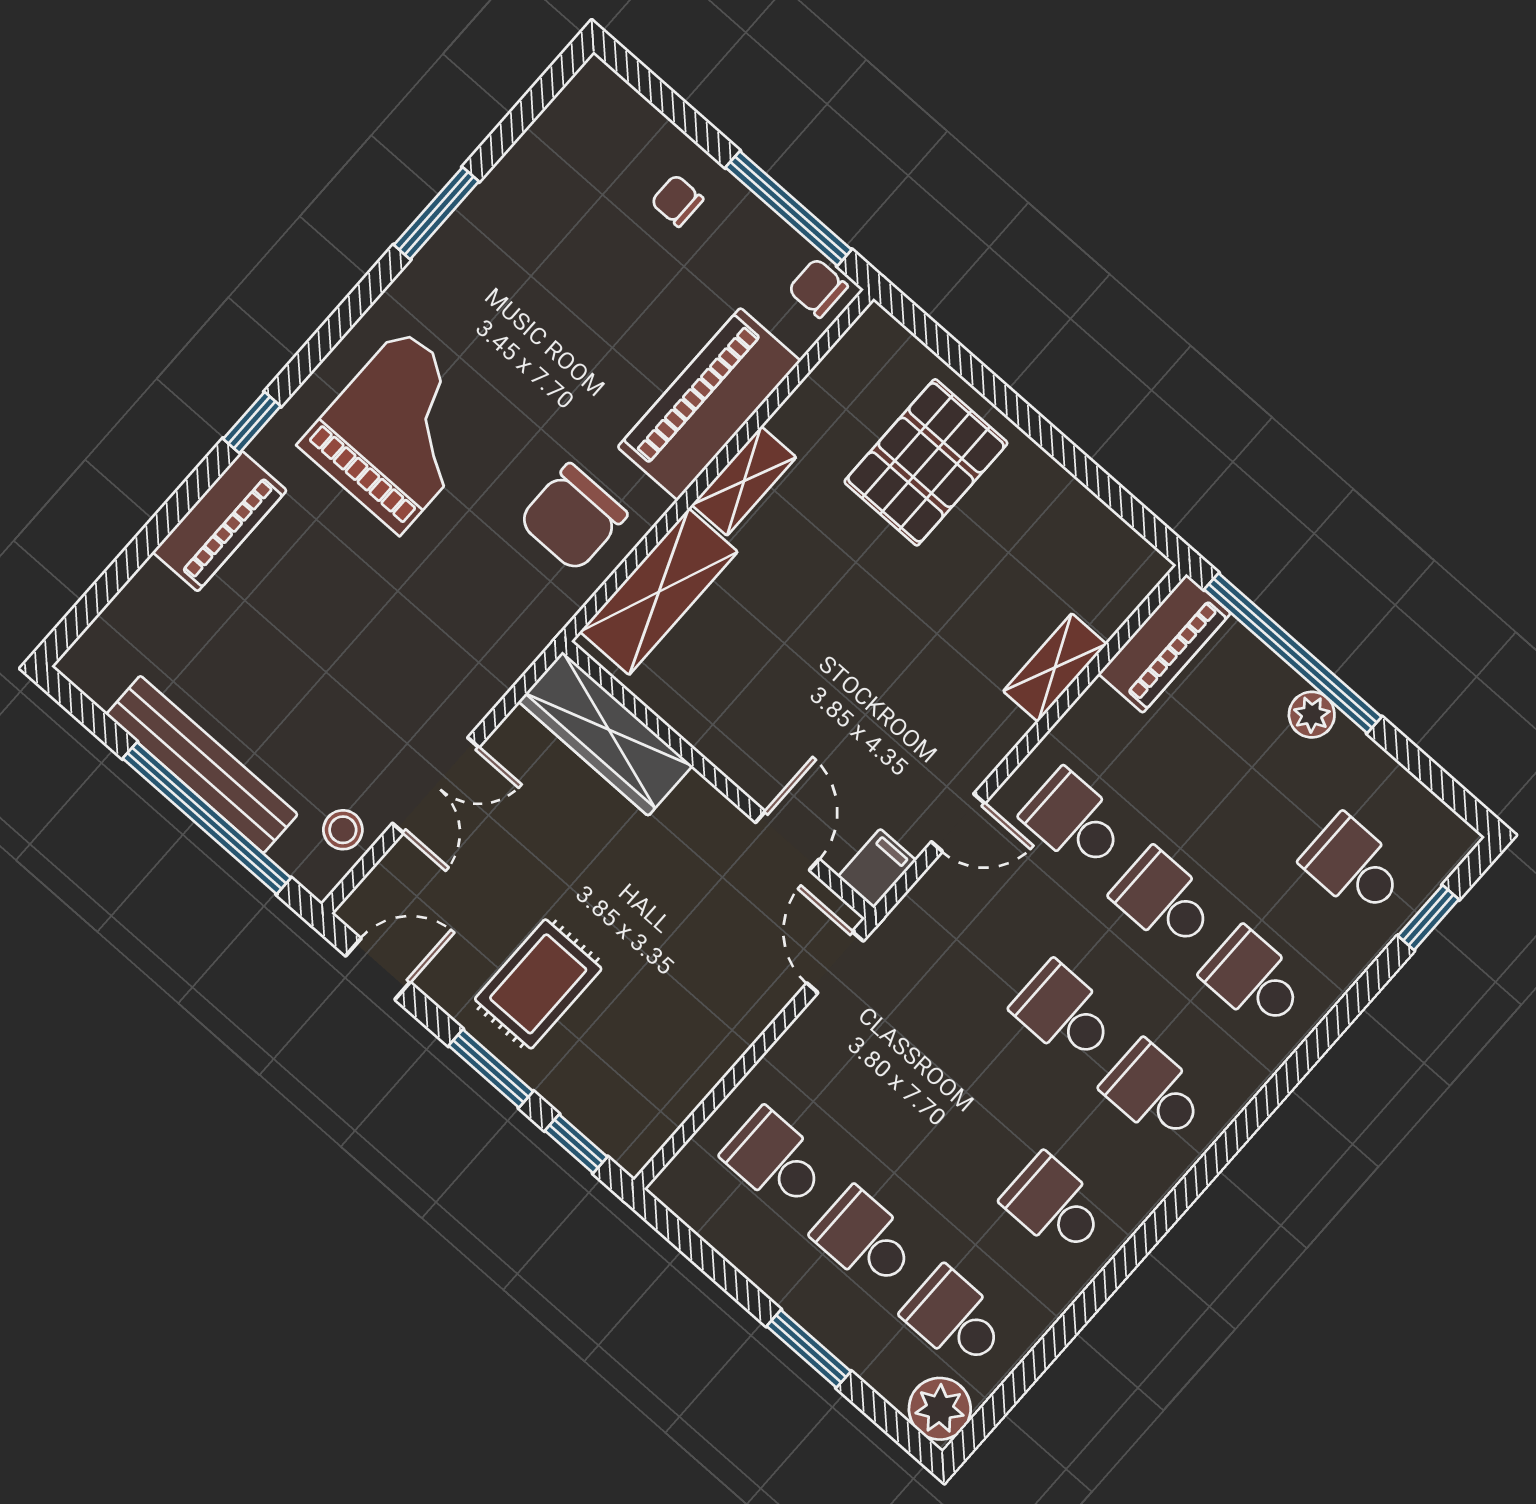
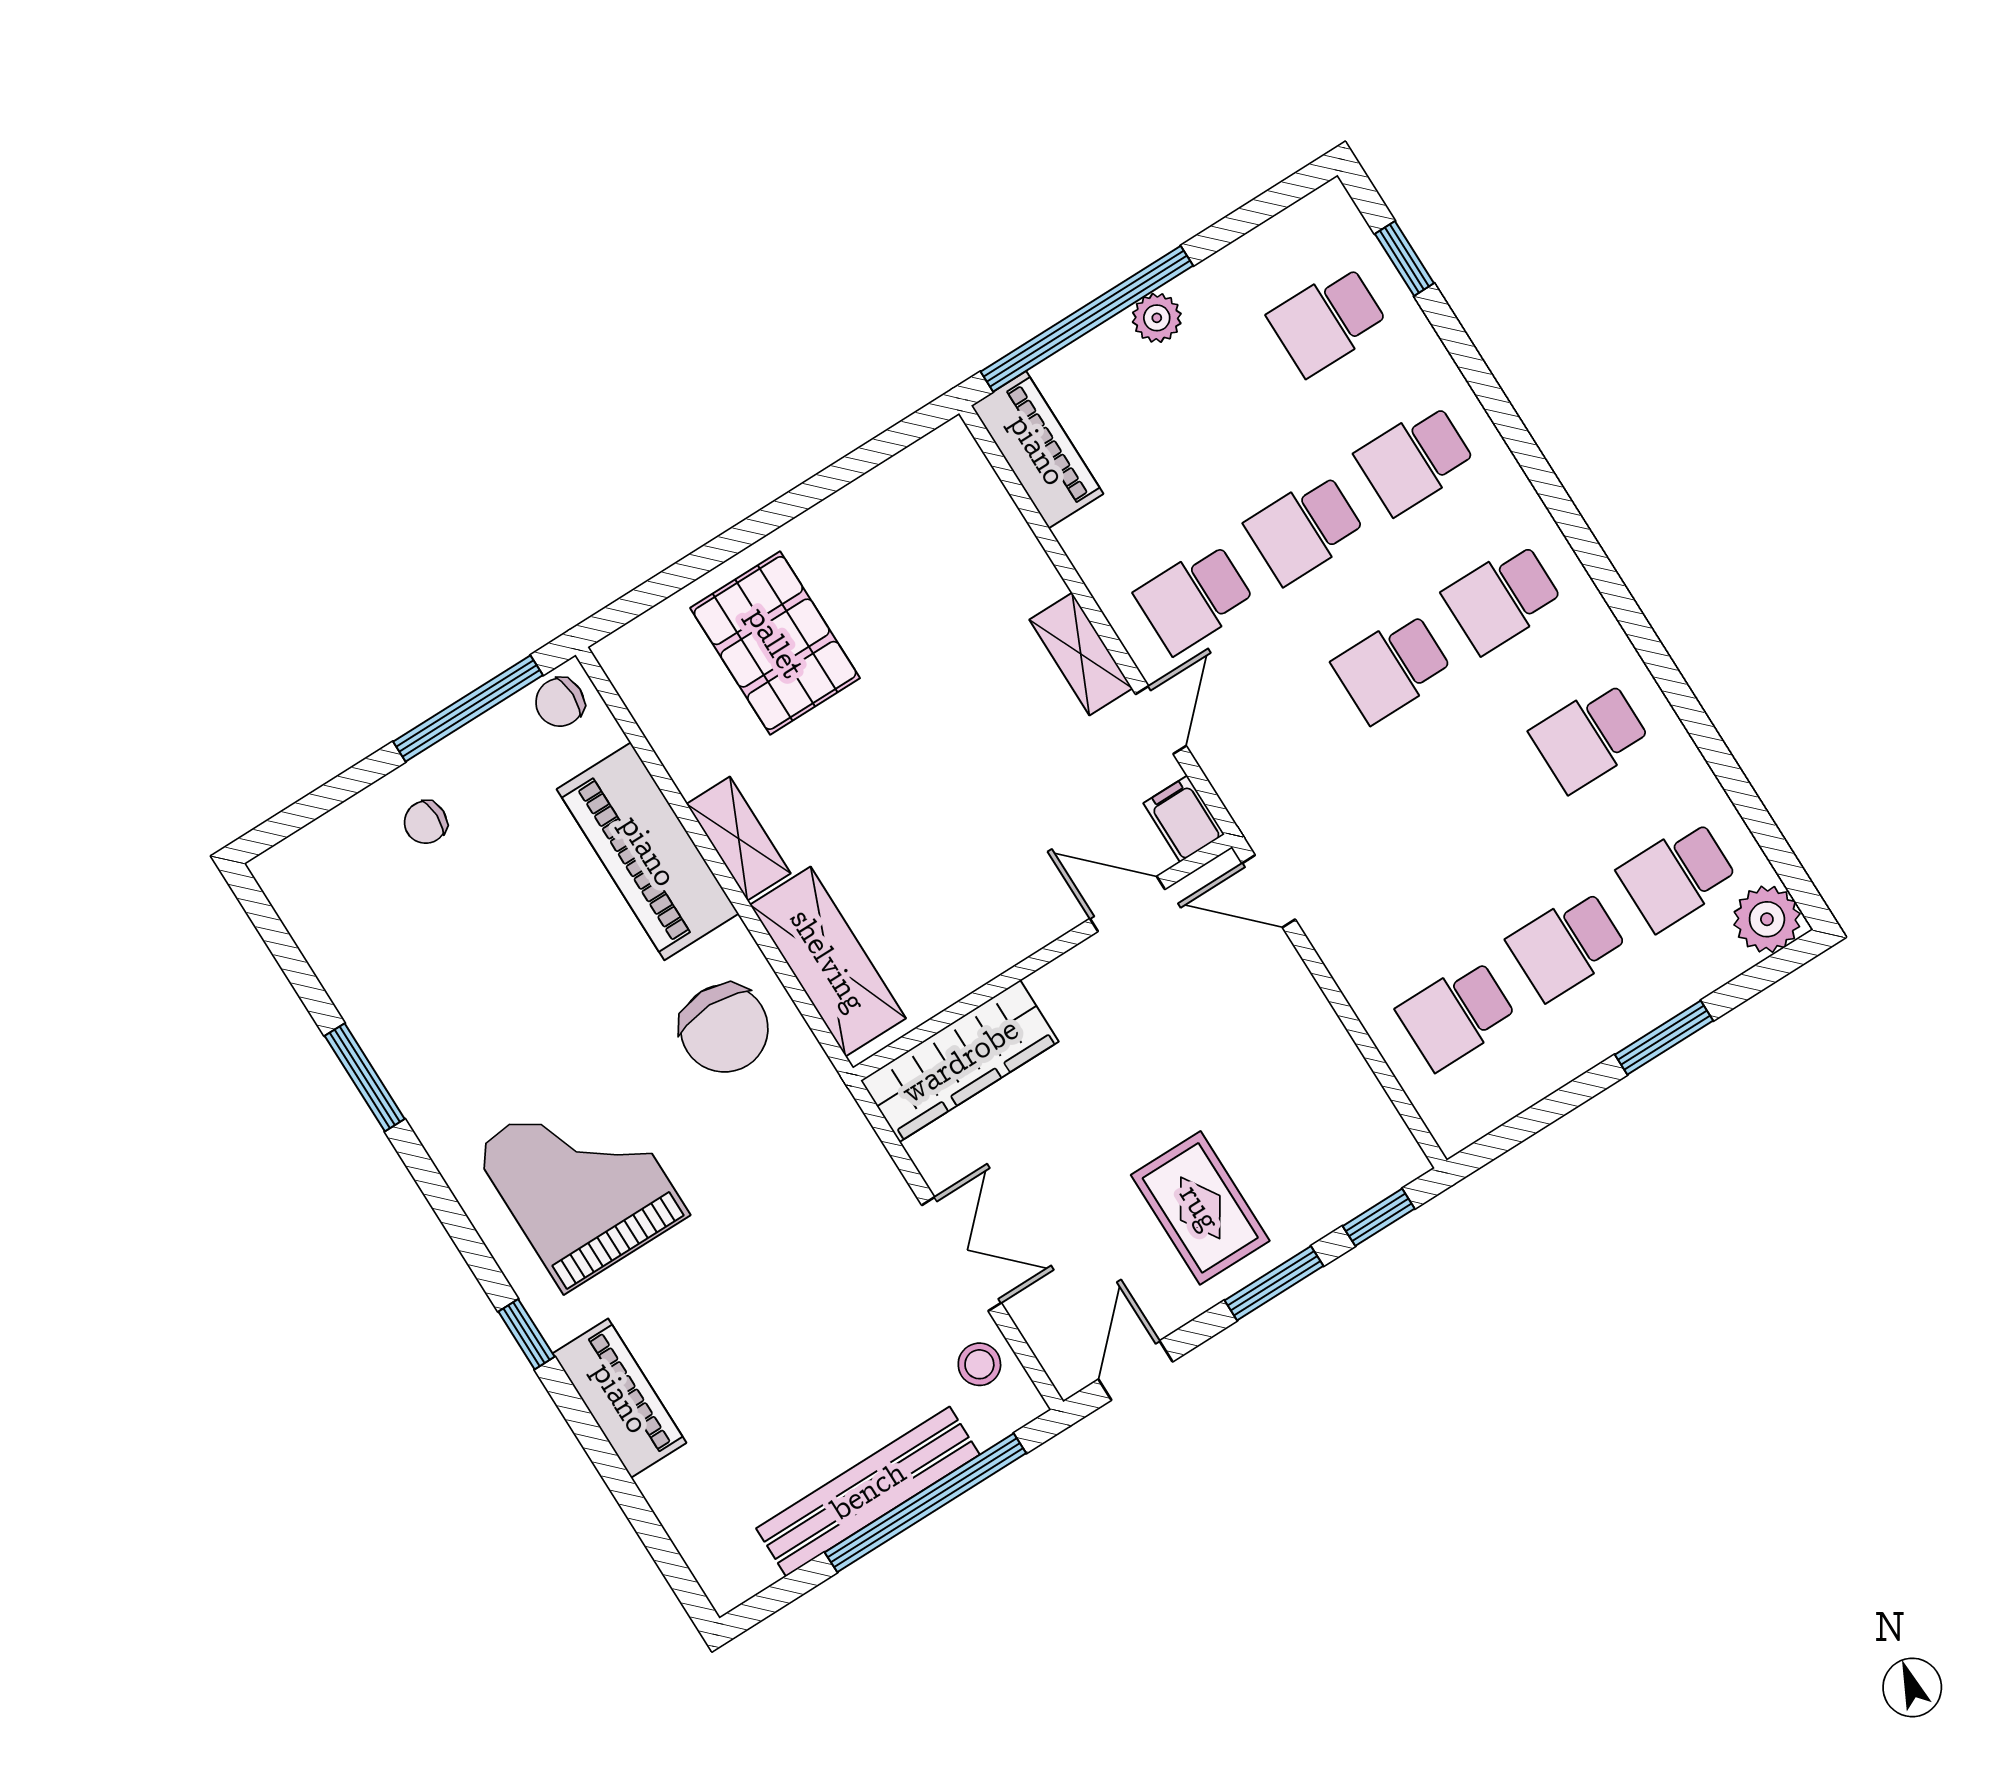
shelving: (1055, 668) -> (1081, 654), moved

